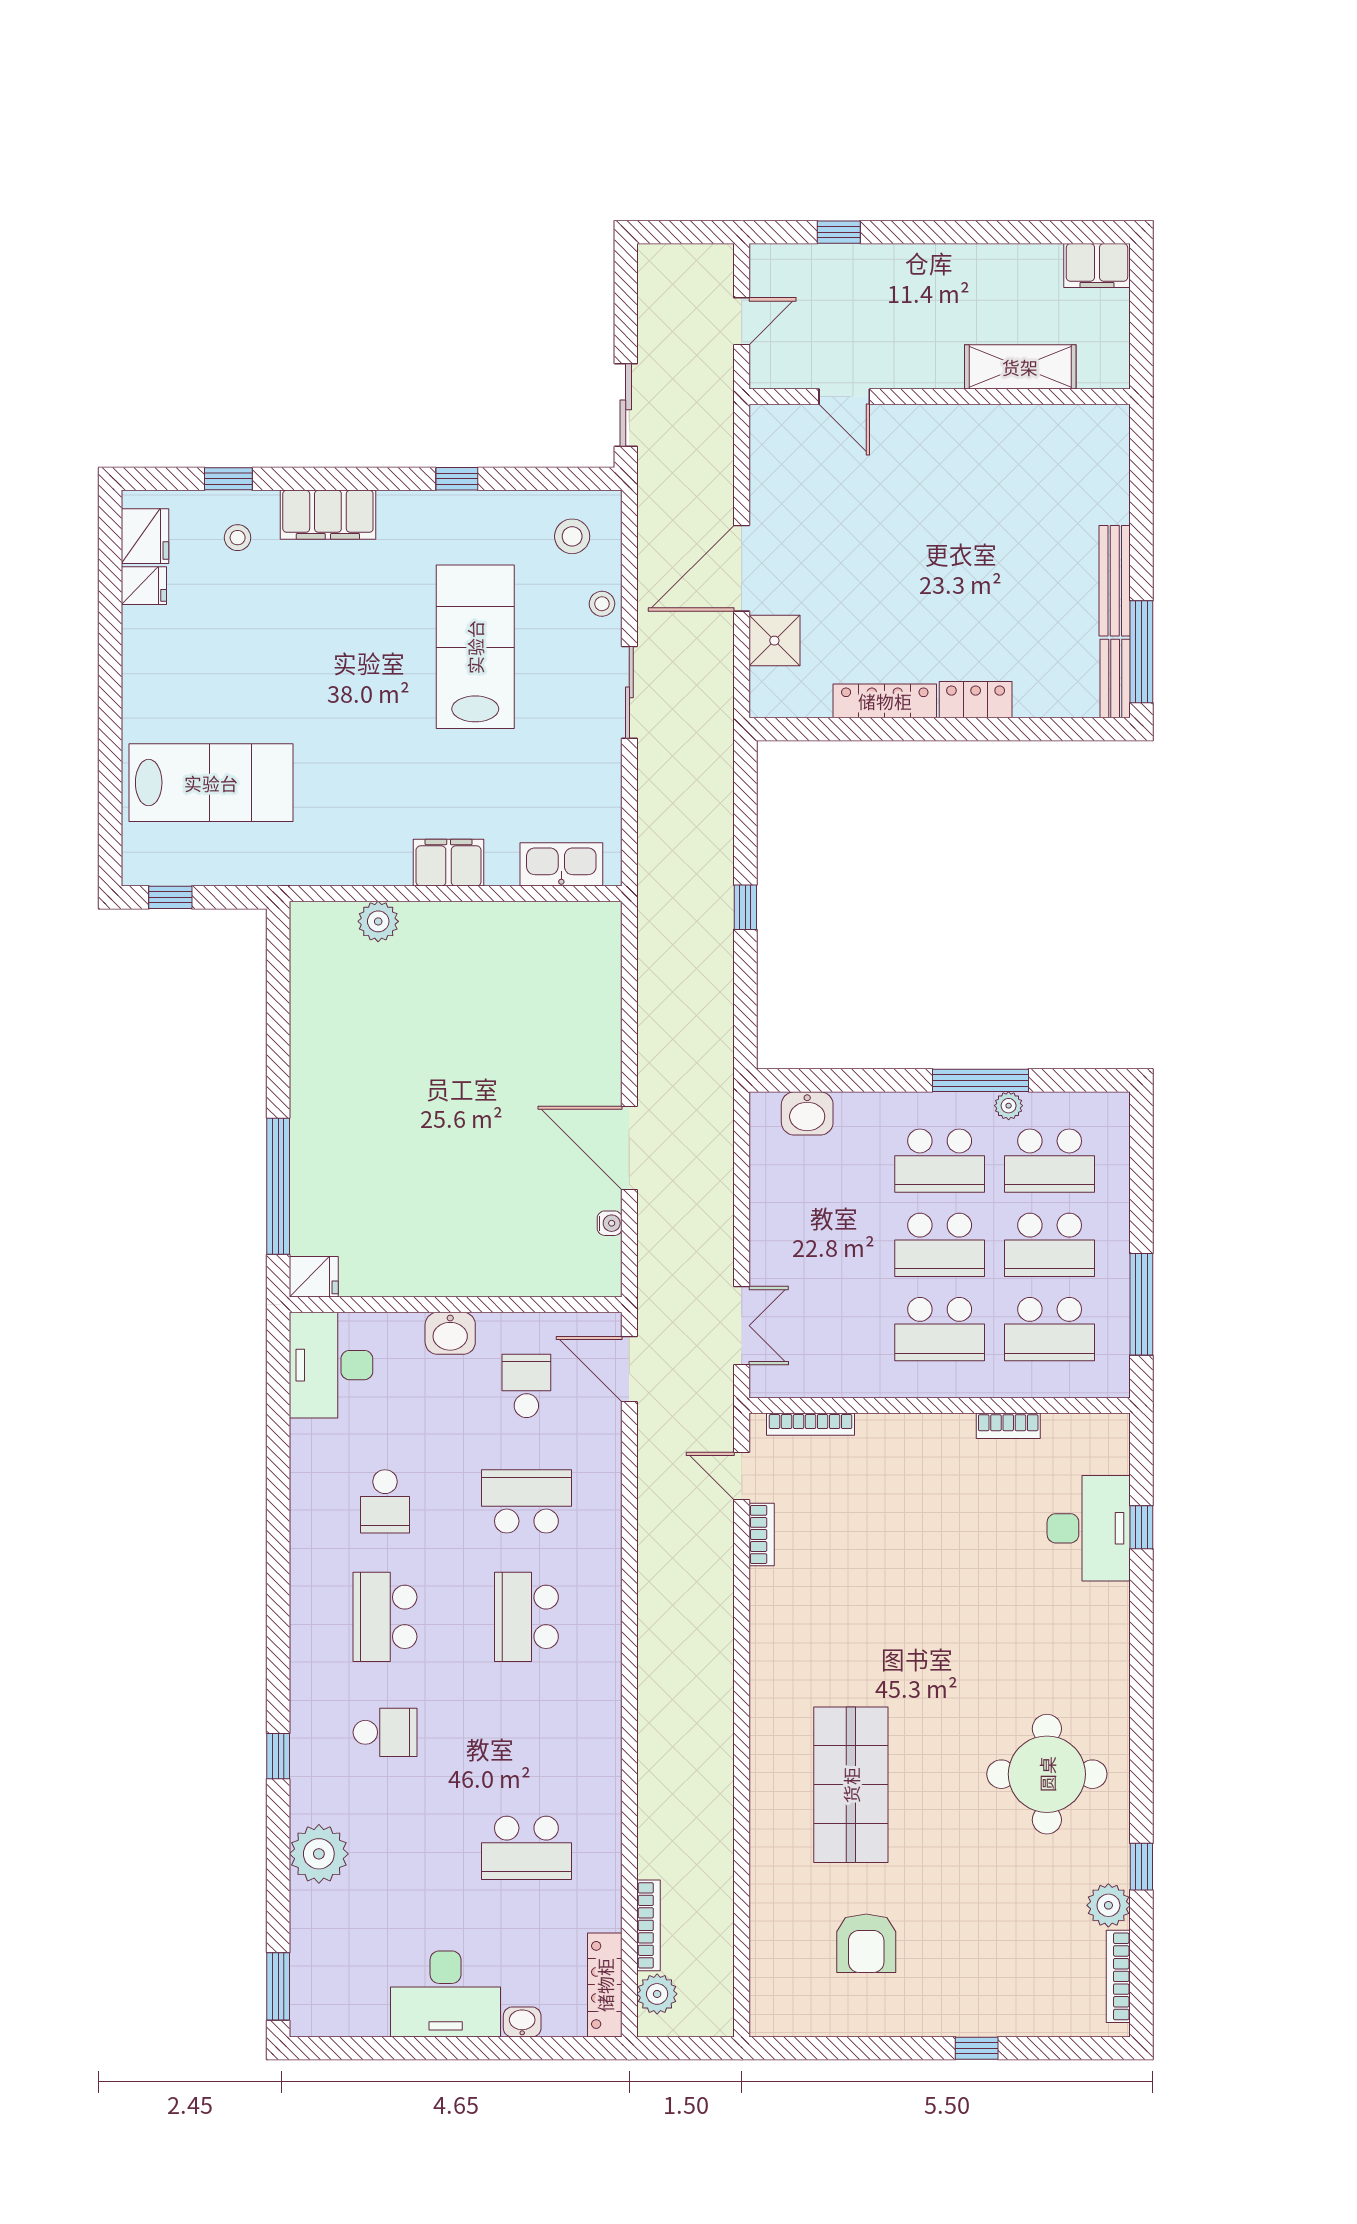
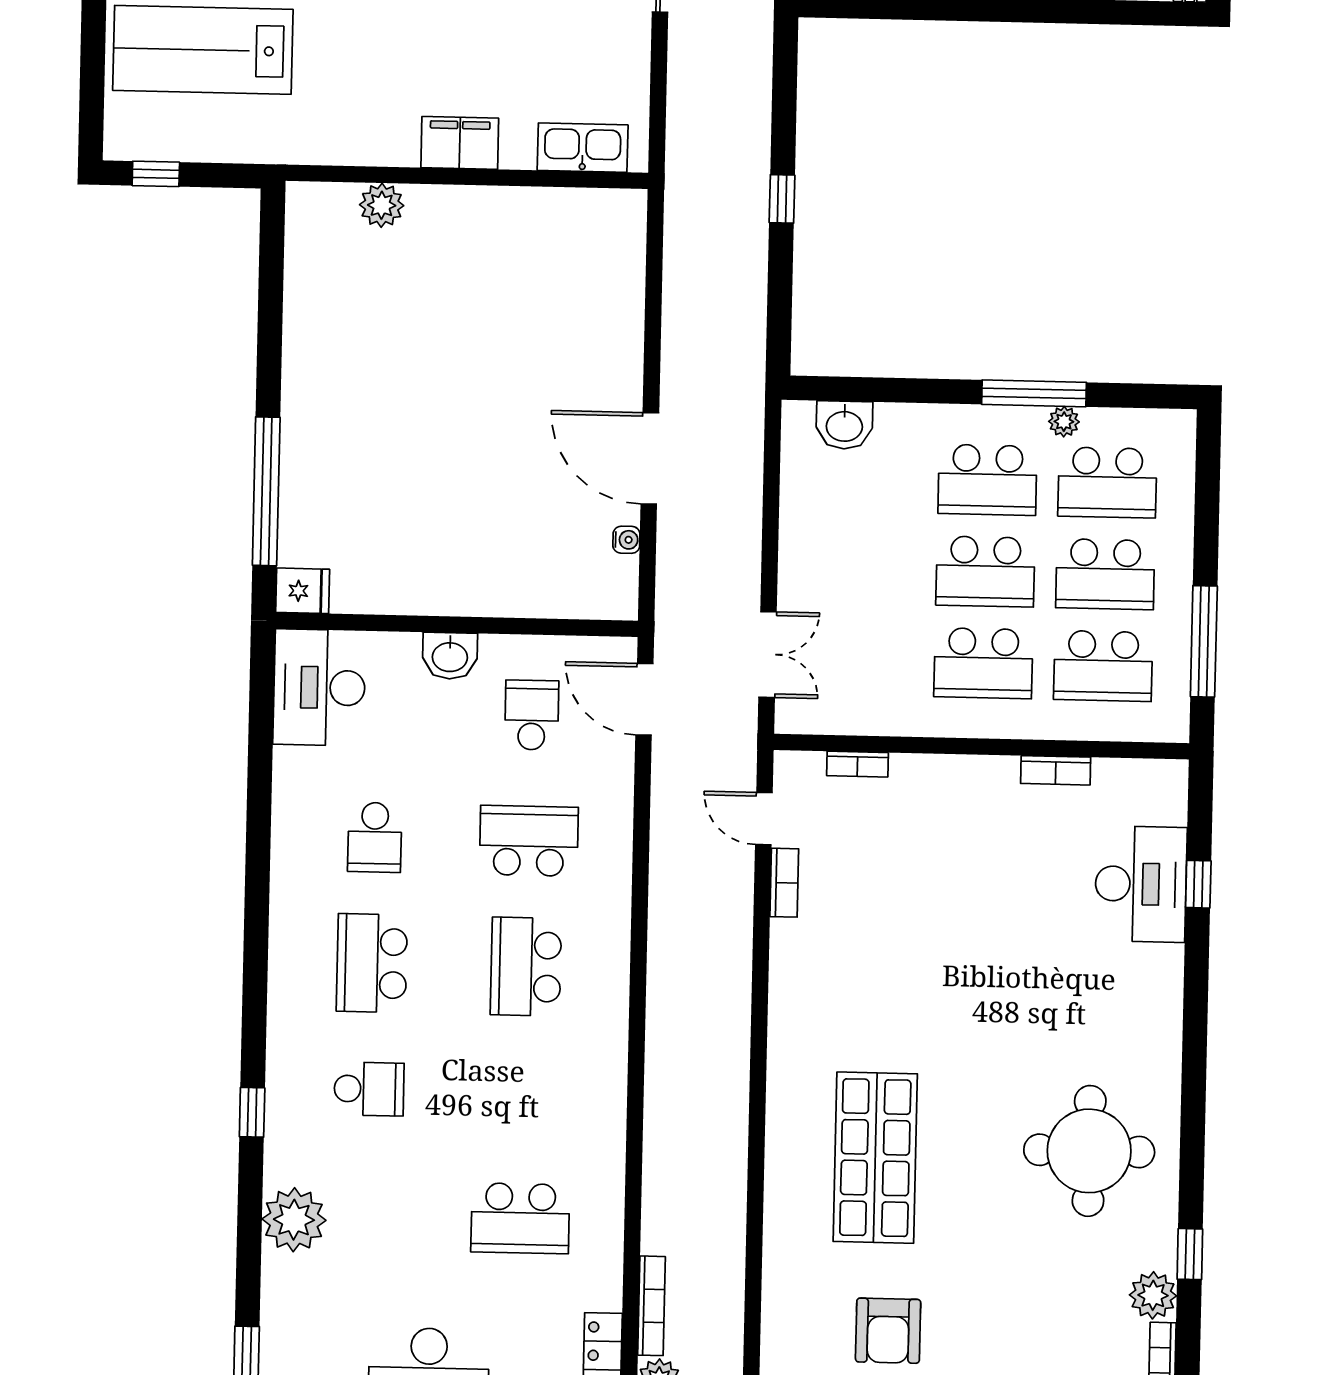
lab bench: (211, 783) -> (203, 50), turned 180
bookcase: (811, 1424) -> (857, 764), width x0.64

